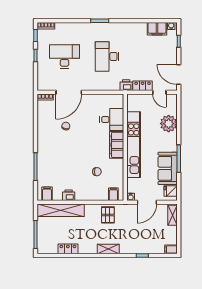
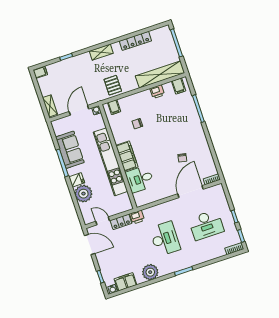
plant: (131, 30) -> (150, 272), added
fridge: (171, 191) -> (77, 180), moved
locker: (68, 249) -> (135, 41), width x1.53

